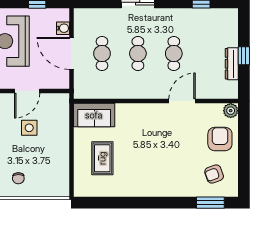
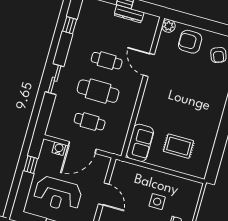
cafe table: (138, 54) -> (98, 91), width x1.37, depth x1.35
side table: (29, 128) -> (157, 202), moved

